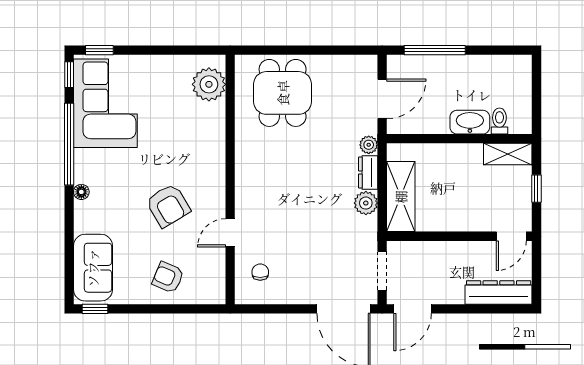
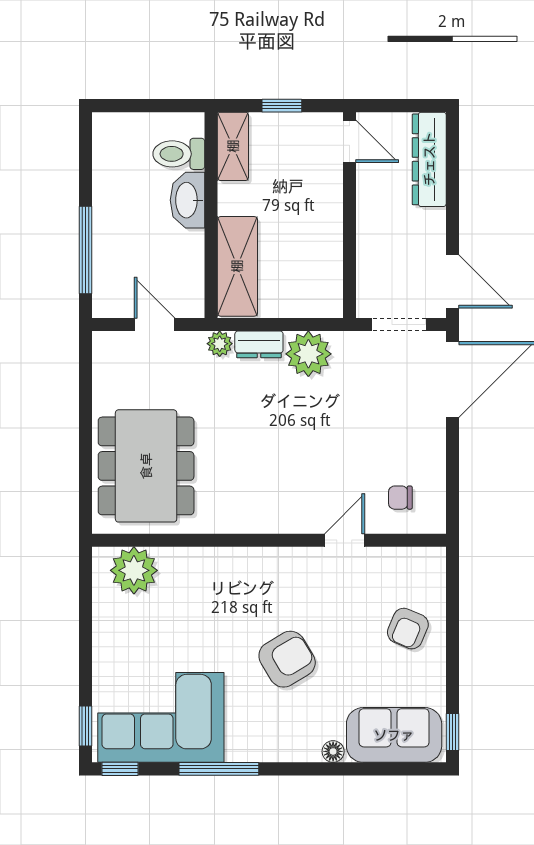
dining table: (283, 93) -> (146, 466), width x1.38
door: (382, 99) -> (155, 325), width x0.73
toilet: (499, 121) -> (179, 154), width x1.37, depth x1.39
window: (69, 144) -> (219, 769), width x0.68
floor lamp: (81, 192) -> (333, 751), moved
shelving: (401, 197) -> (237, 266), moved, turned 90
plant: (366, 203) -> (308, 354), width x1.36, depth x1.36
armchair: (168, 205) -> (287, 659), moved
door: (230, 233) -> (345, 540), swing flipped

